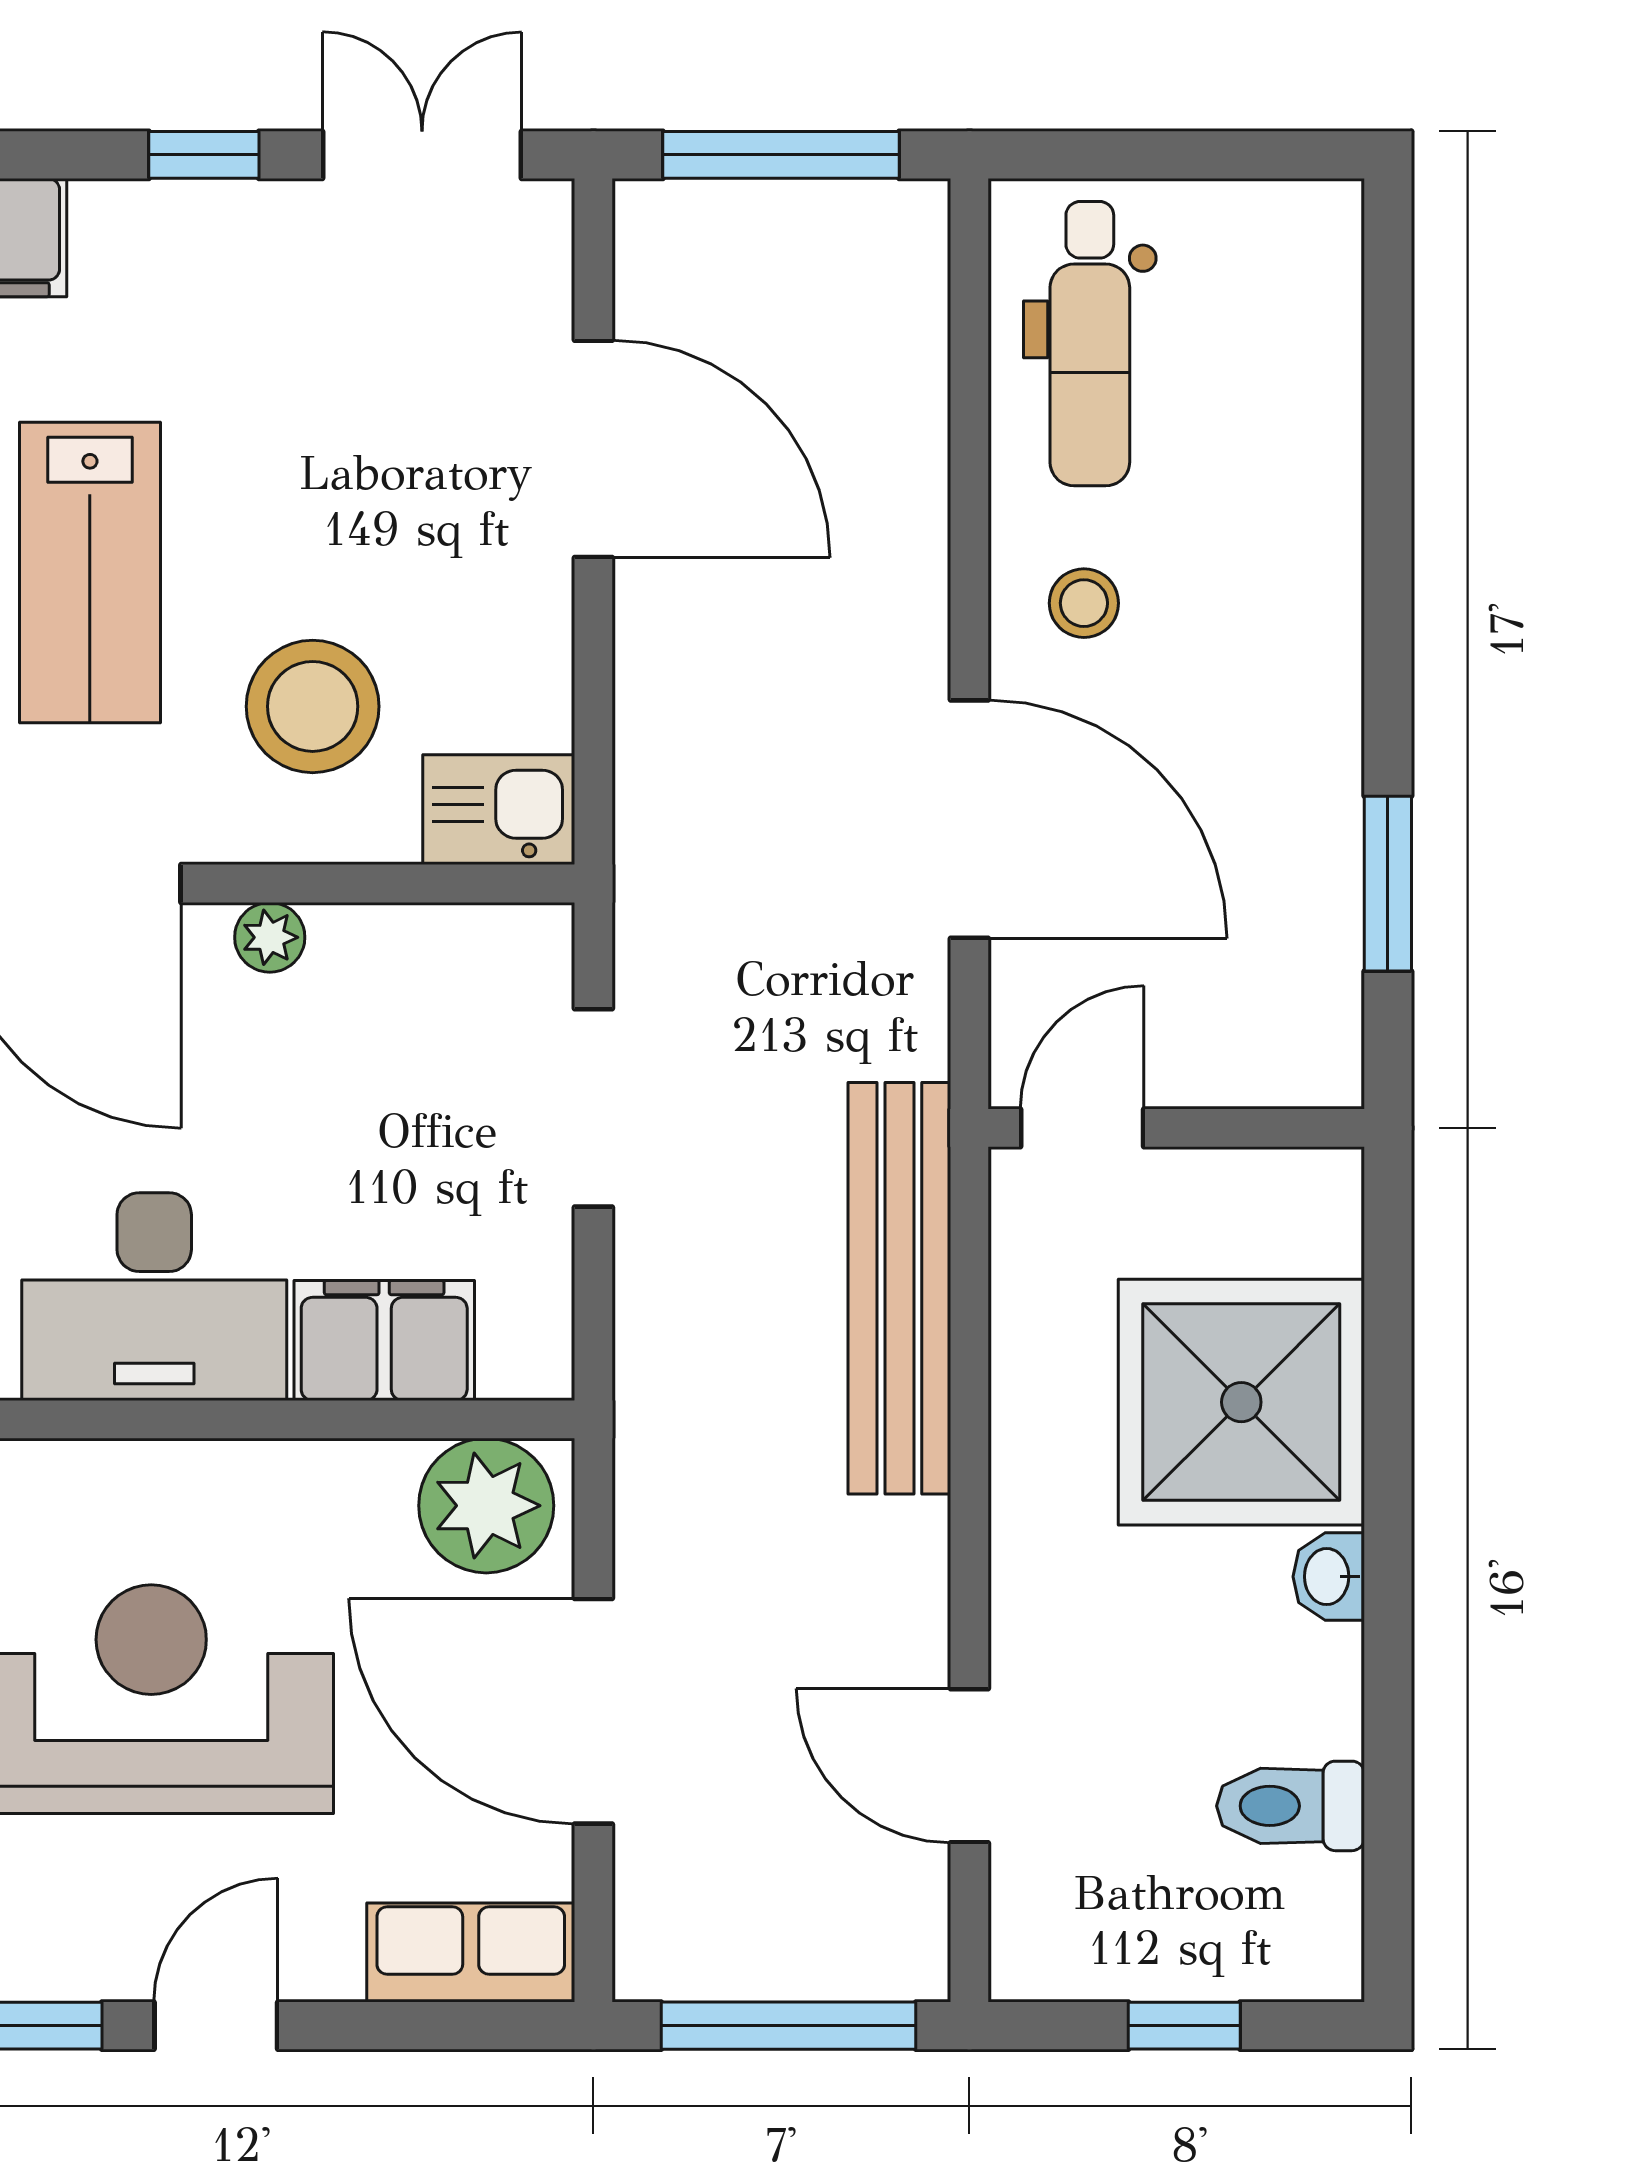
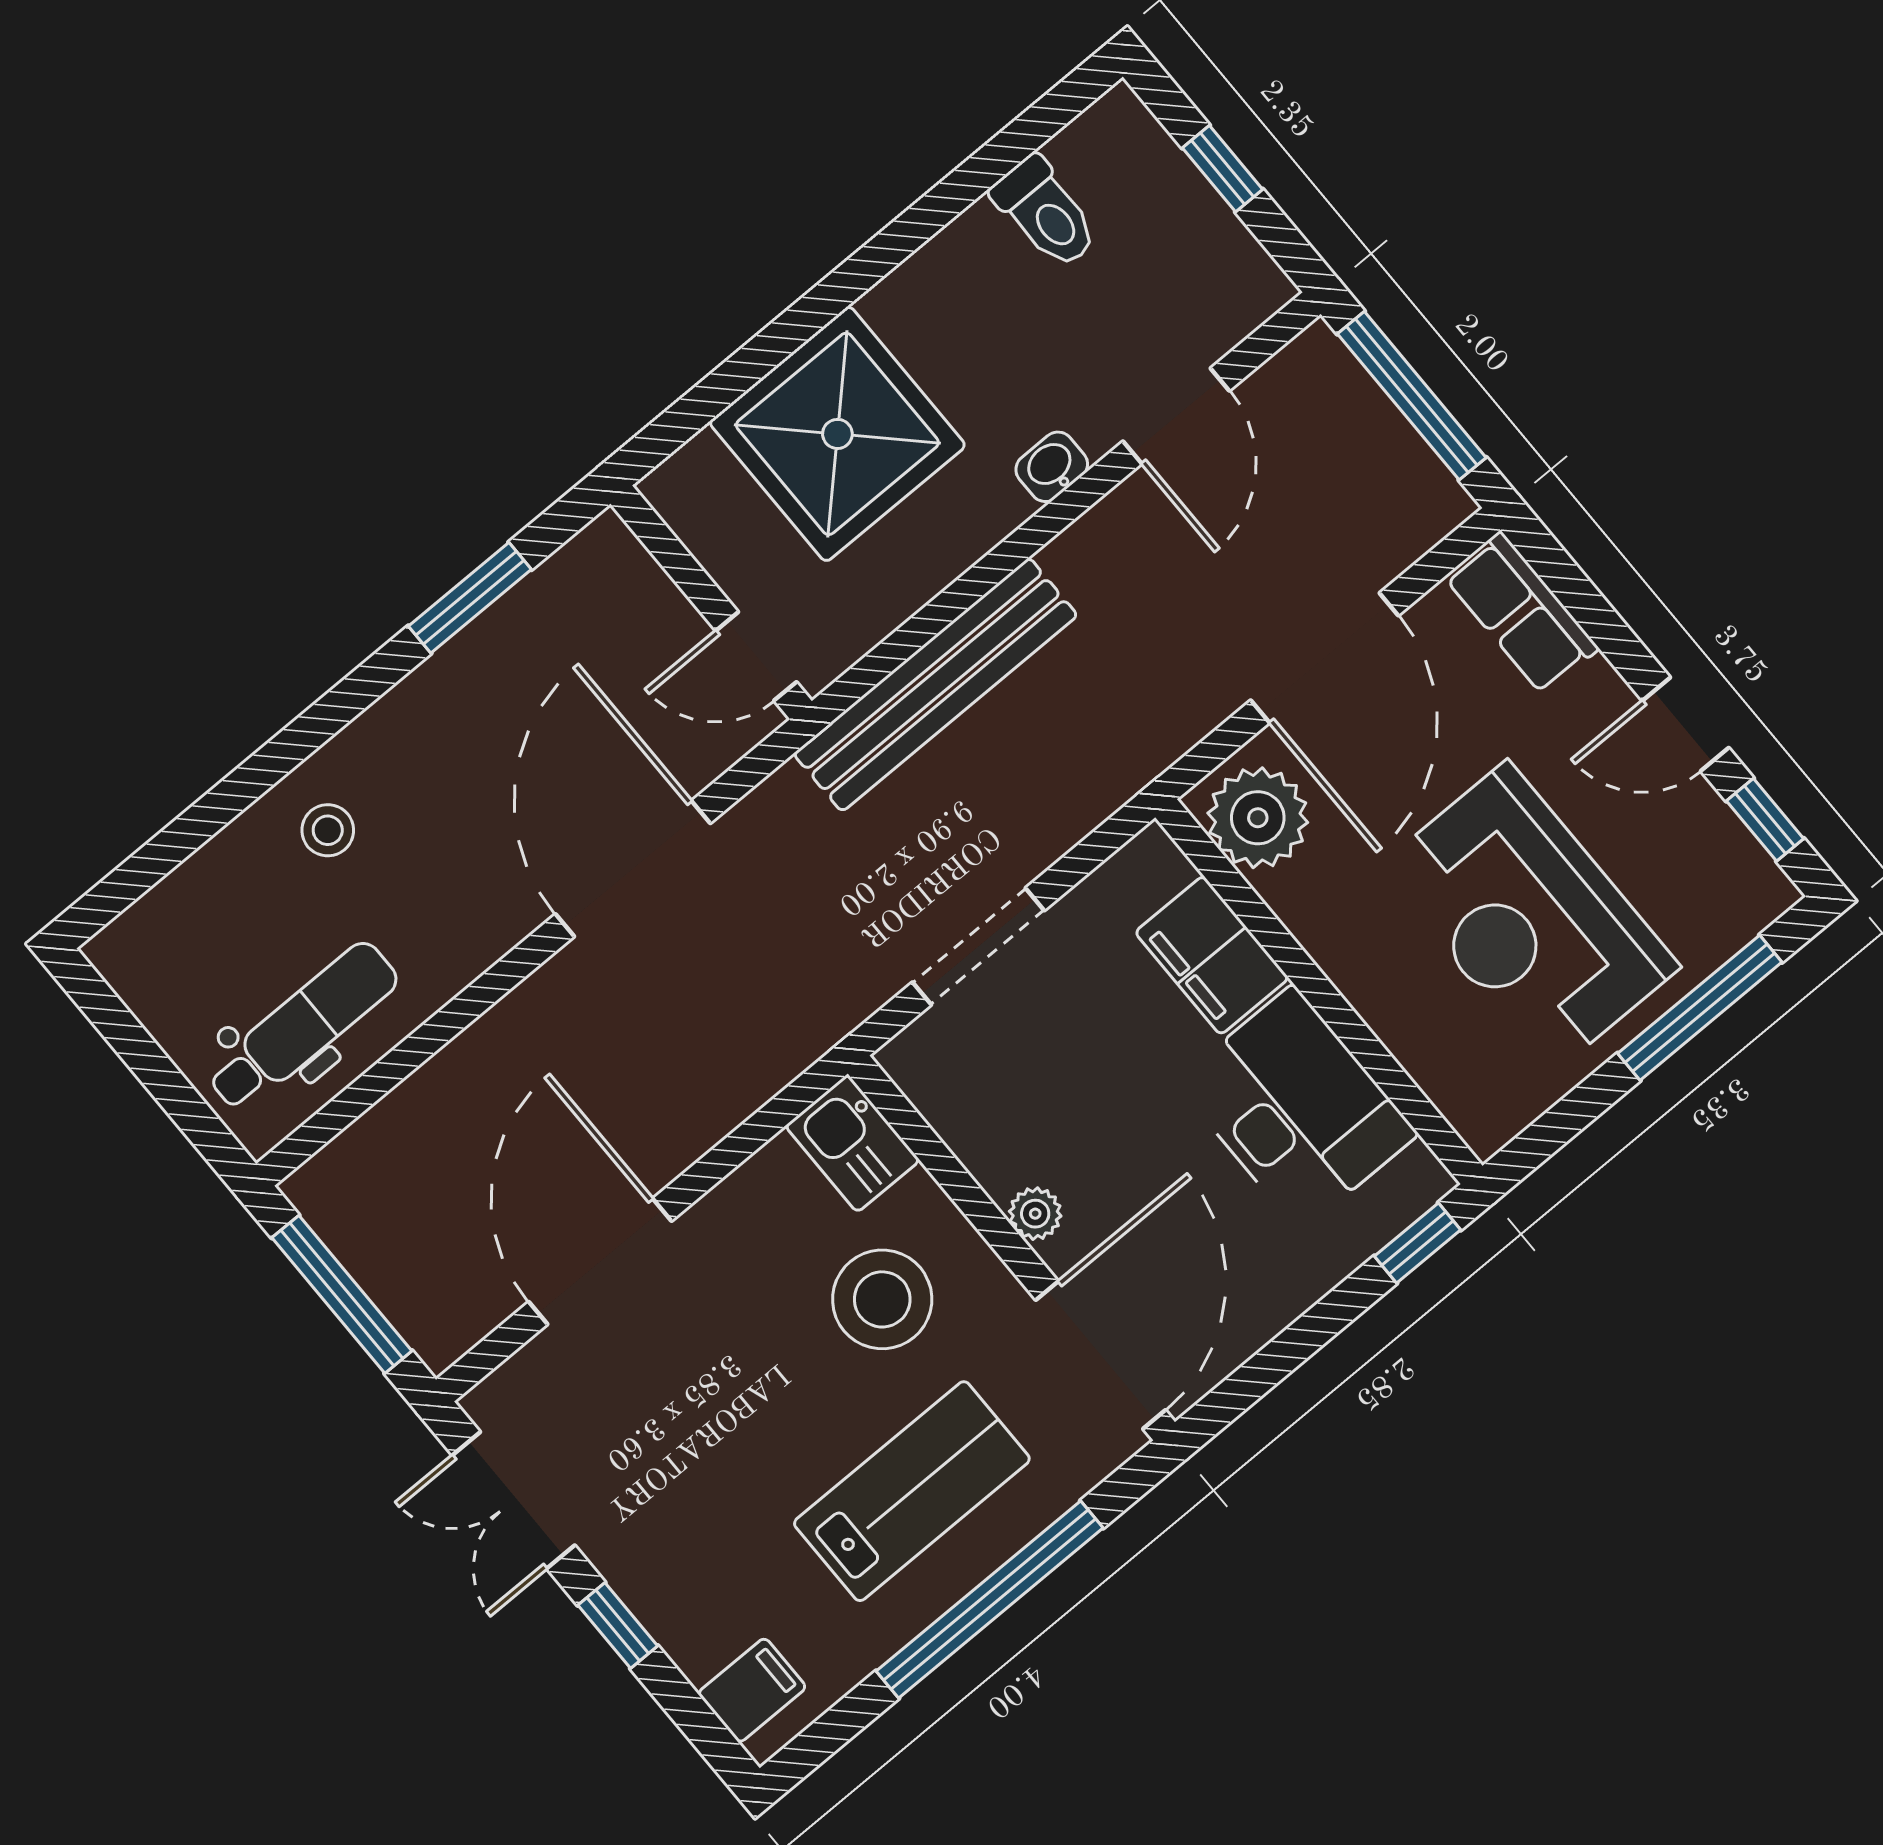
stool: (1084, 603) -> (328, 830), moved
washbasin: (1329, 1577) -> (1052, 467), moved, turned 180

